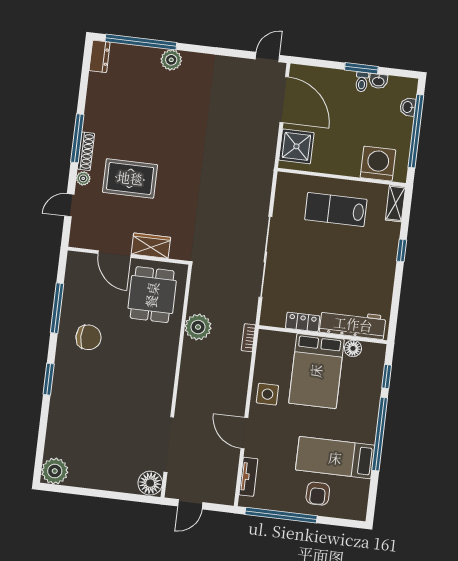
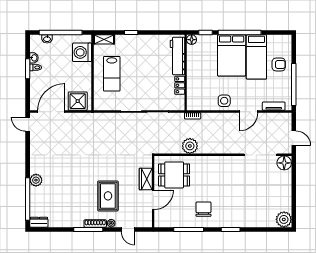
floor lamp: (353, 348) -> (192, 40), moved
bed: (316, 371) -> (232, 55), moved, turned 90

